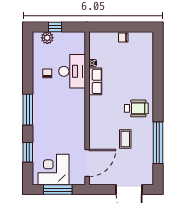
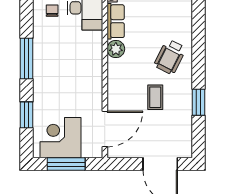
plant: (95, 102) -> (116, 49), added
wheelchair: (136, 108) -> (170, 57), turned 117
window: (158, 143) -> (198, 102), width x0.47

